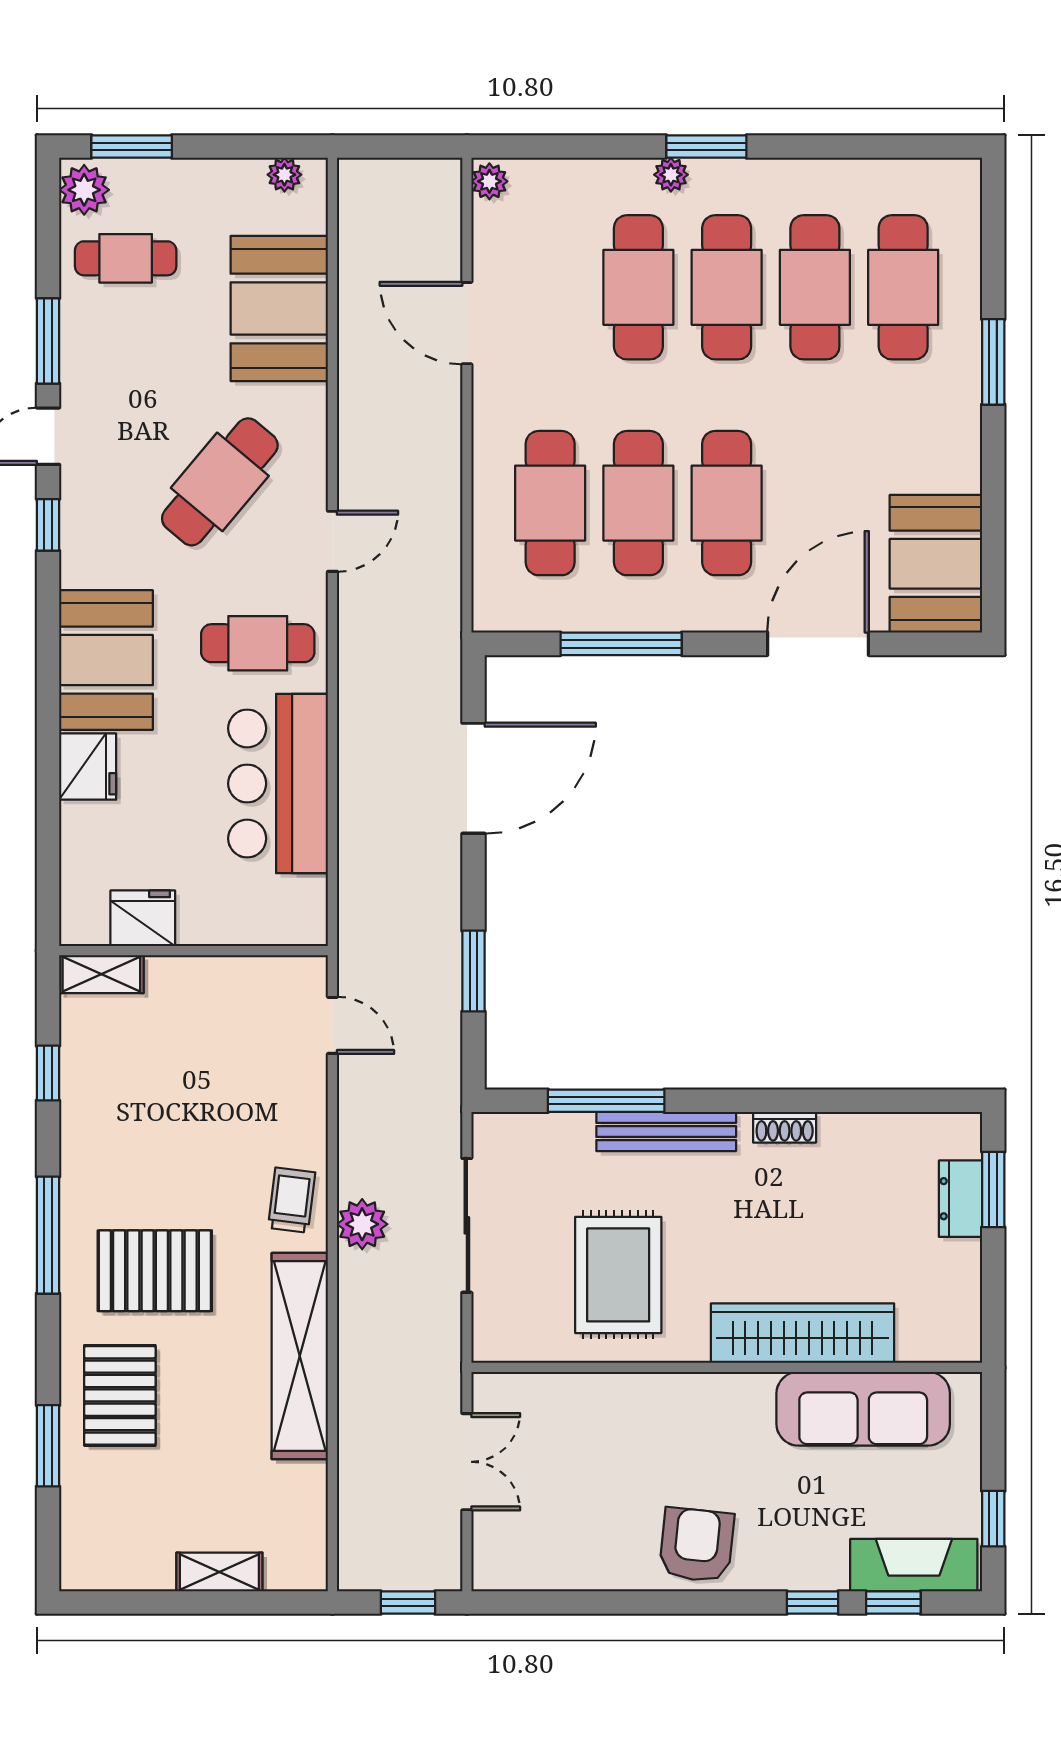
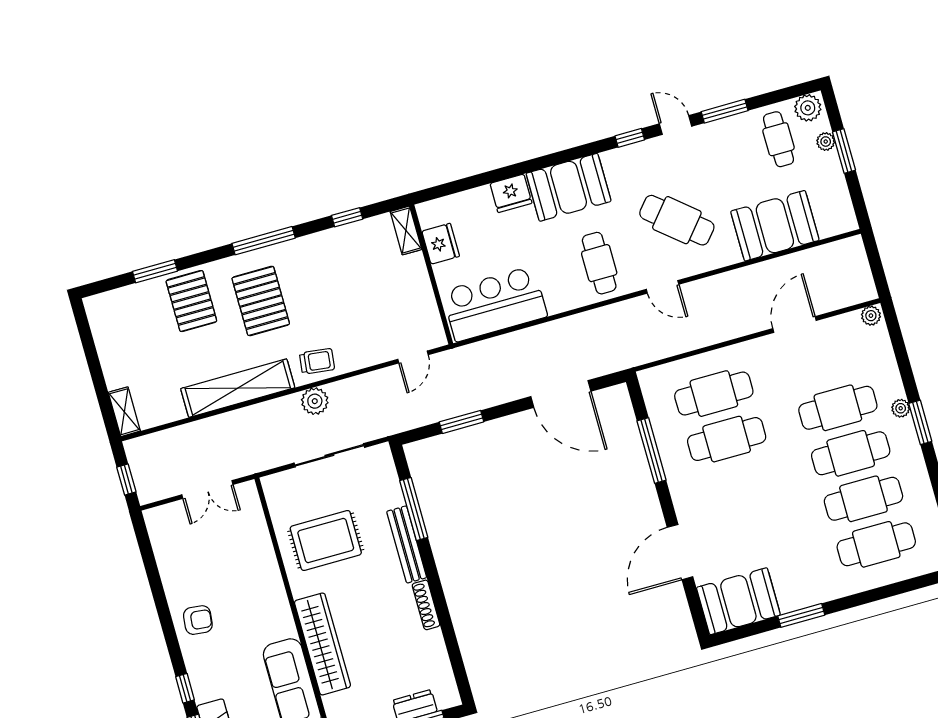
window: (132, 147) -> (844, 151), moved
plant: (284, 175) -> (826, 142), moved
window: (993, 362) -> (801, 615), moved
cafe table: (727, 503) -> (739, 485), removed
door: (818, 644) -> (680, 552), swing flipped
bar counter: (278, 784) -> (495, 304), moved
shoe rack: (785, 1127) -> (426, 605), width x1.43
pallet: (120, 1395) -> (191, 301), turned 90
armchair: (697, 1545) -> (198, 620), width x0.72, depth x0.72
shelving: (219, 1572) -> (124, 412), moved

